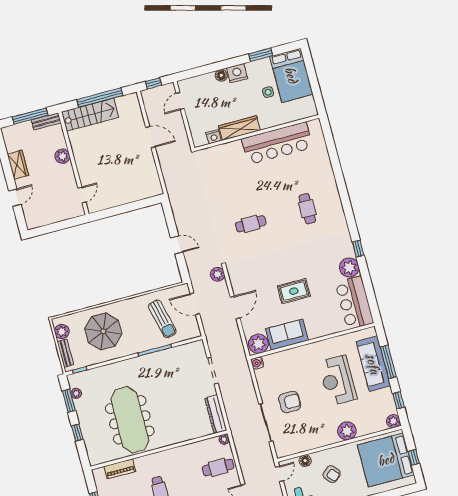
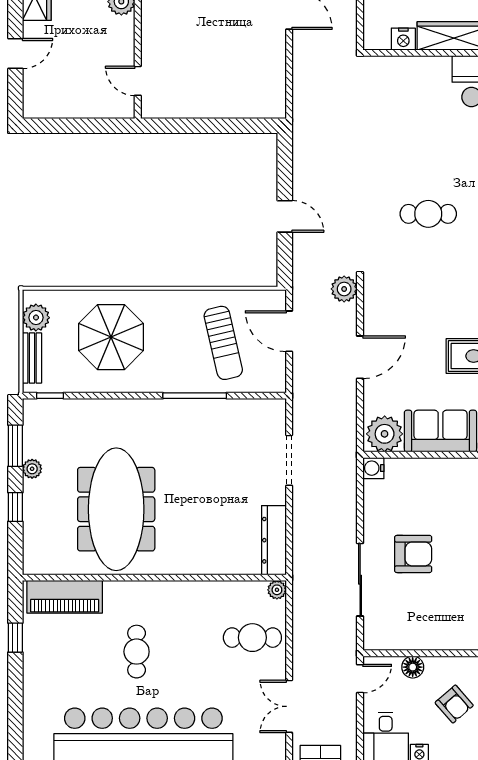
door: (82, 195) -> (138, 81), swing flipped
plant: (76, 393) -> (32, 469), moved
piano: (120, 469) -> (65, 597), width x1.37, depth x1.33

